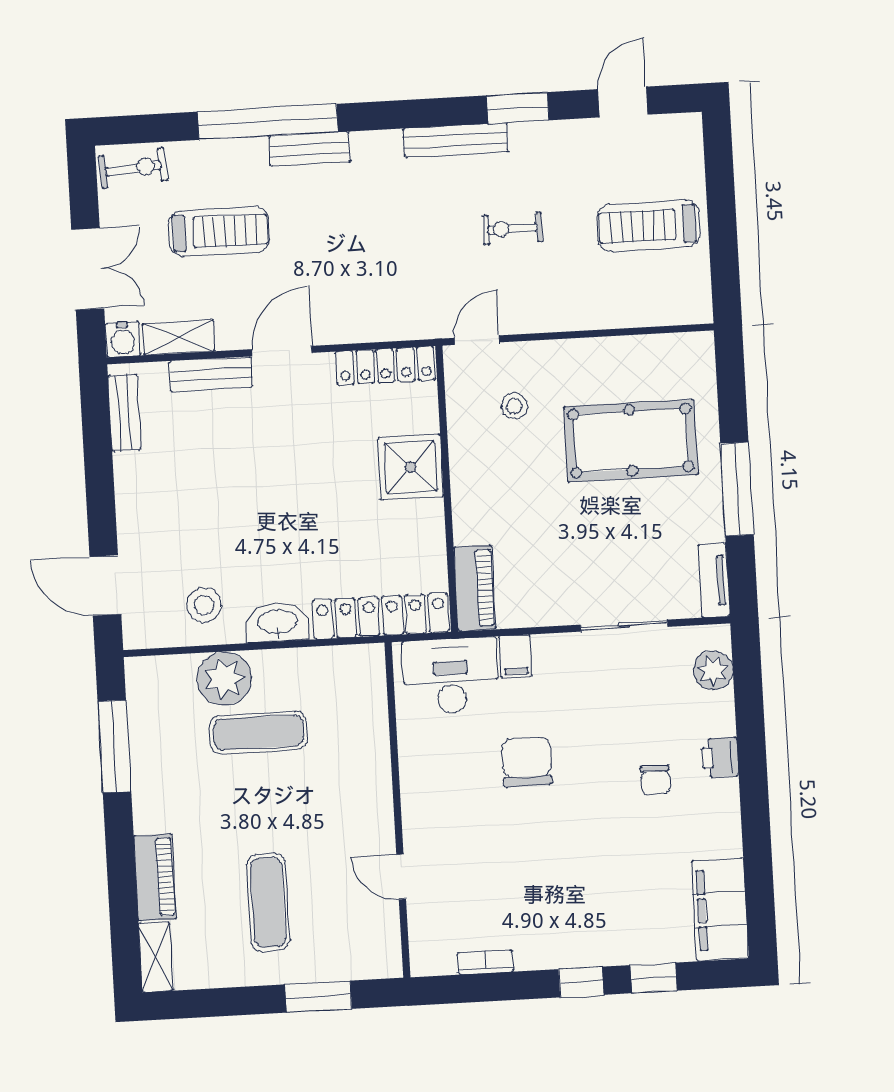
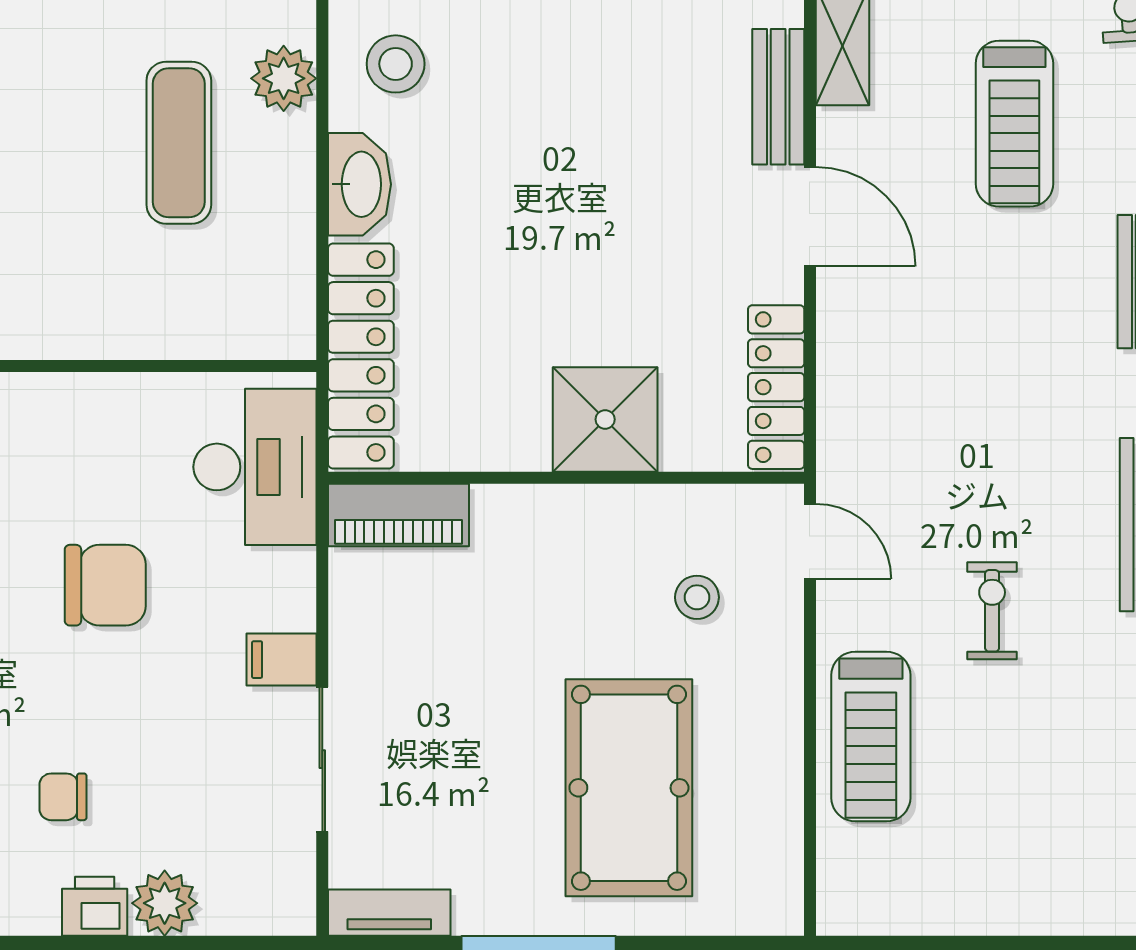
treadmill: (649, 226) -> (871, 737), moved, turned 180
filing cabinet: (515, 656) -> (282, 660), moved
plant: (713, 670) -> (165, 903), moved
plant: (224, 678) -> (284, 78), width x0.73, depth x0.73

